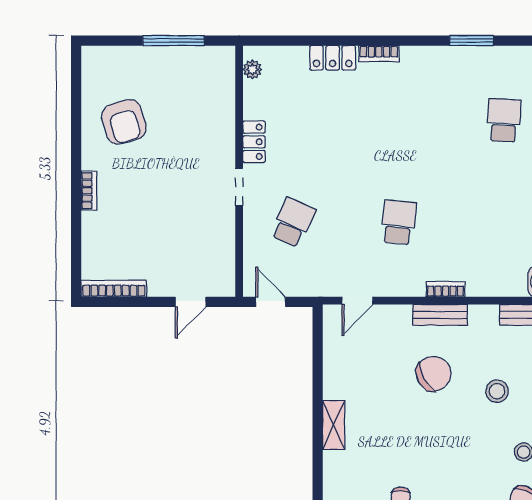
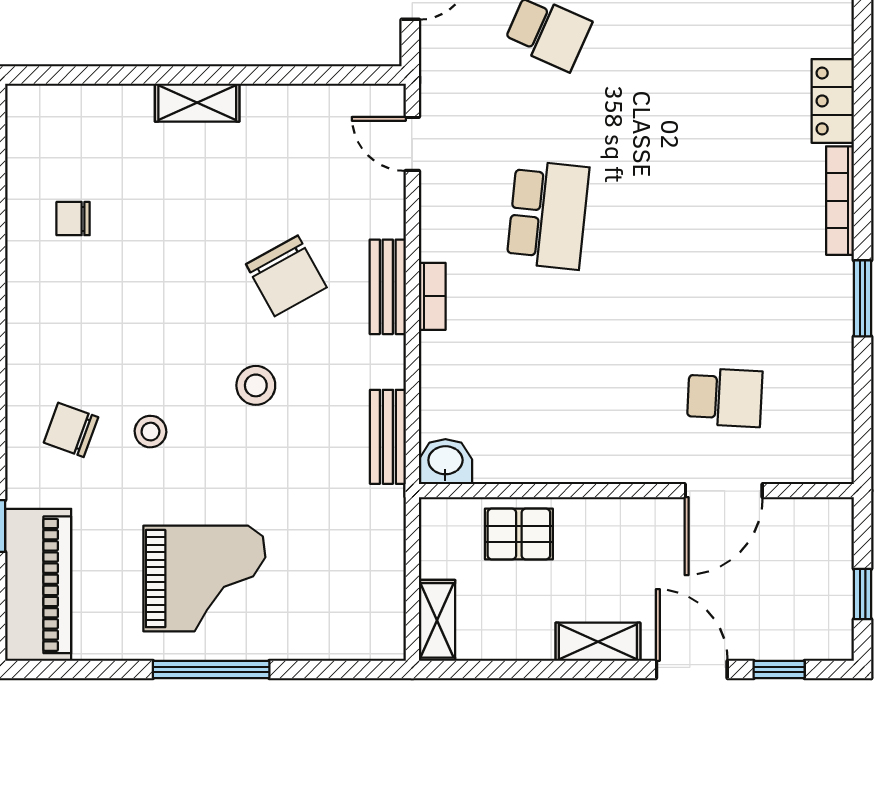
window: (472, 41) -> (862, 298), moved
bookcase: (379, 54) -> (840, 201), width x1.56
school desk: (398, 222) -> (548, 215), width x1.85

